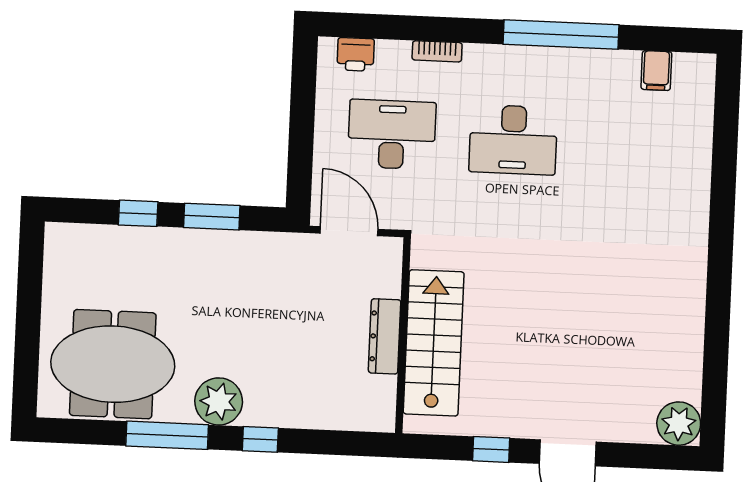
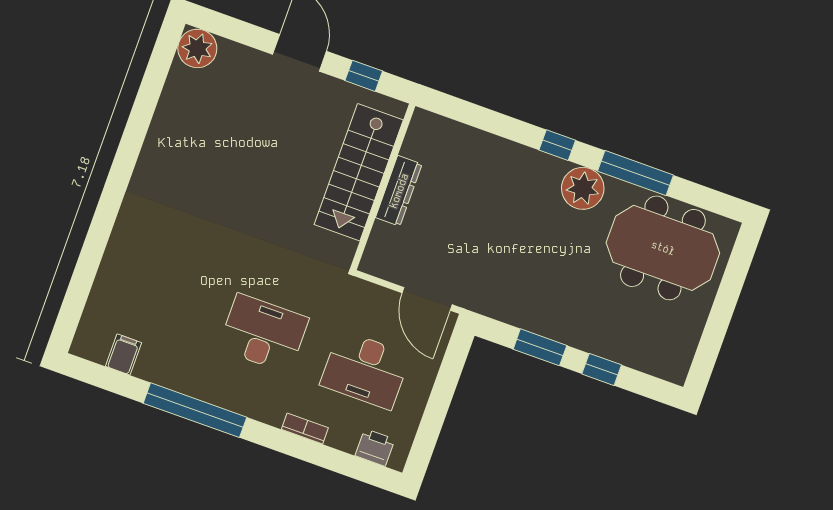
wall: (403, 335) -> (383, 187), moved
dresser: (385, 336) -> (399, 191), moved
stairs: (434, 343) -> (359, 172), moved

